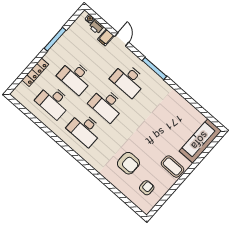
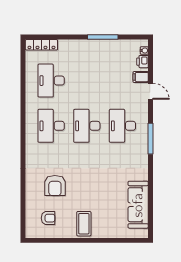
door: (122, 39) -> (151, 91), hinge flipped
locker: (35, 72) -> (41, 45), moved
desk: (75, 77) -> (87, 81), removed
sofa: (200, 141) -> (138, 205), moved, turned -90

